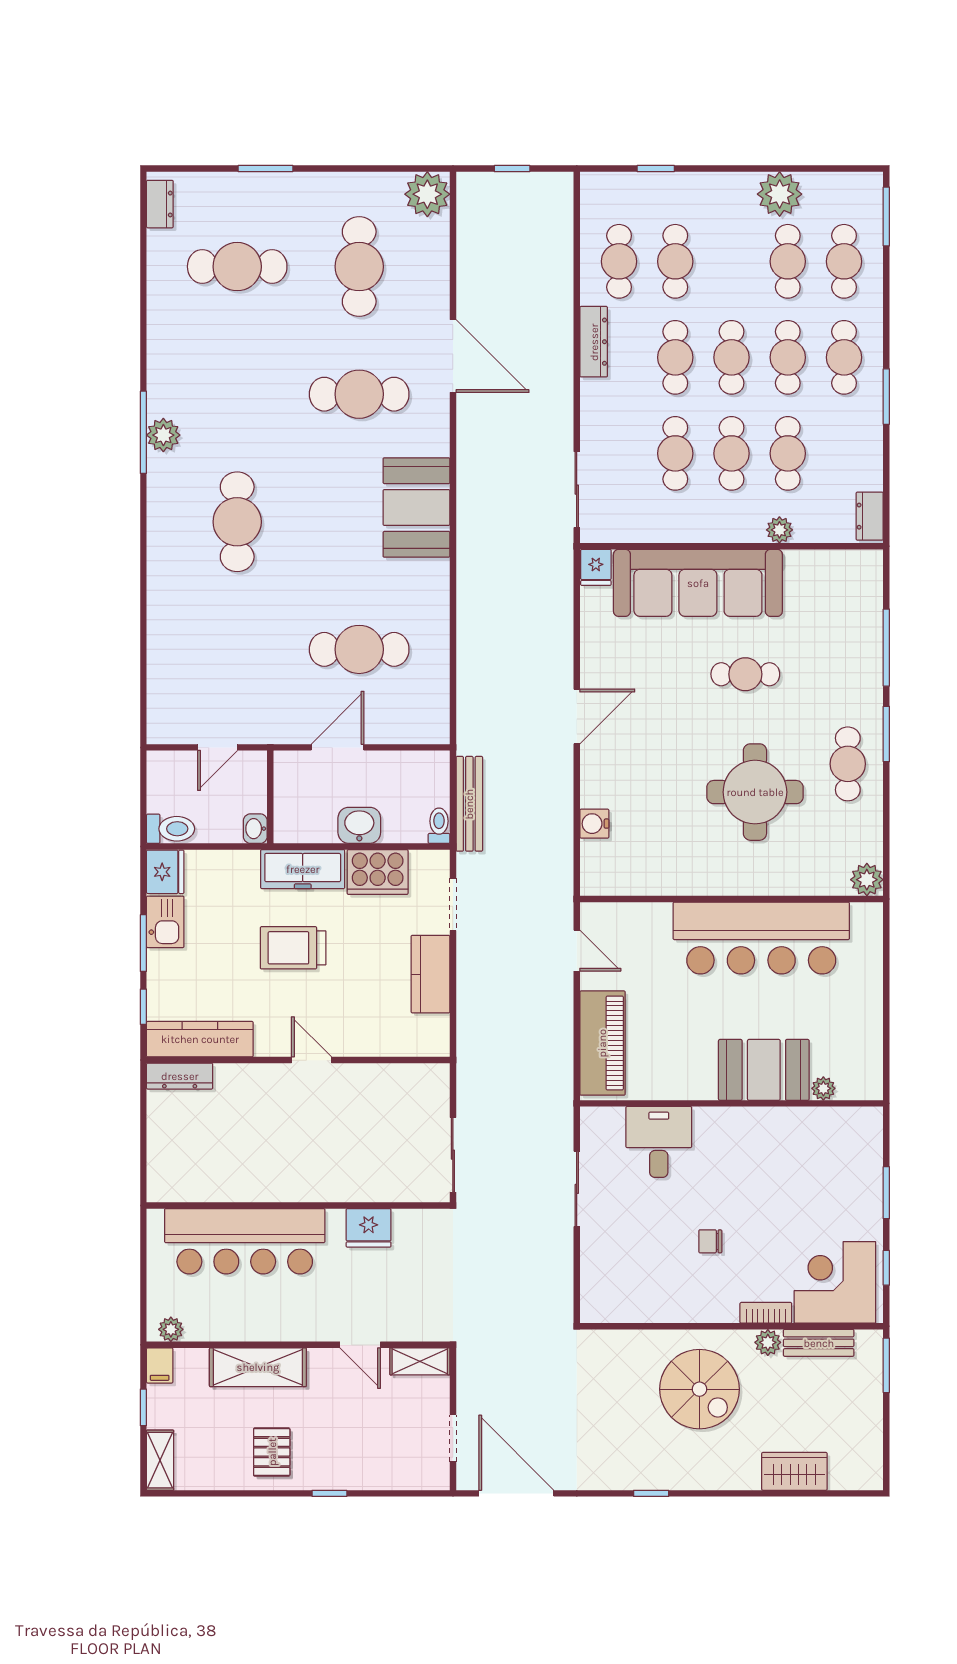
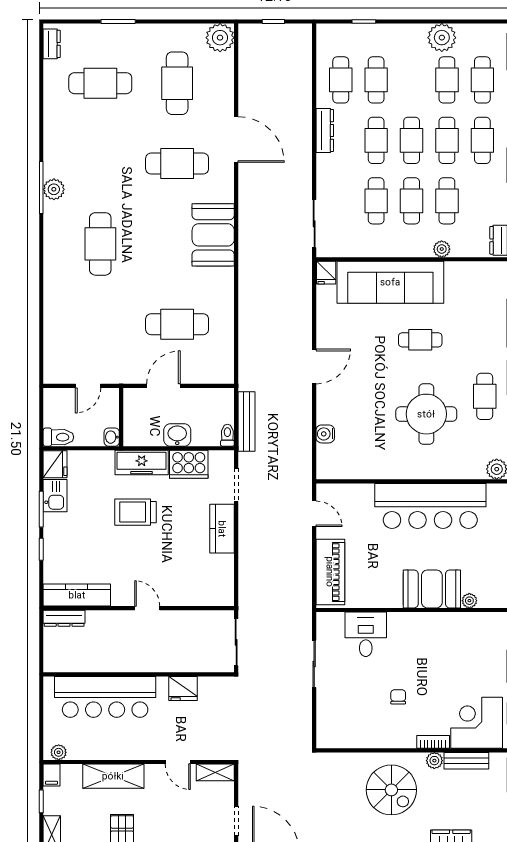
kitchen counter: (200, 1039) -> (77, 595), moved
wall: (298, 1060) -> (139, 608), moved
door: (312, 1060) -> (147, 608), moved
dresser: (180, 1076) -> (64, 618), moved
chair: (710, 1241) -> (398, 697), turned 90

